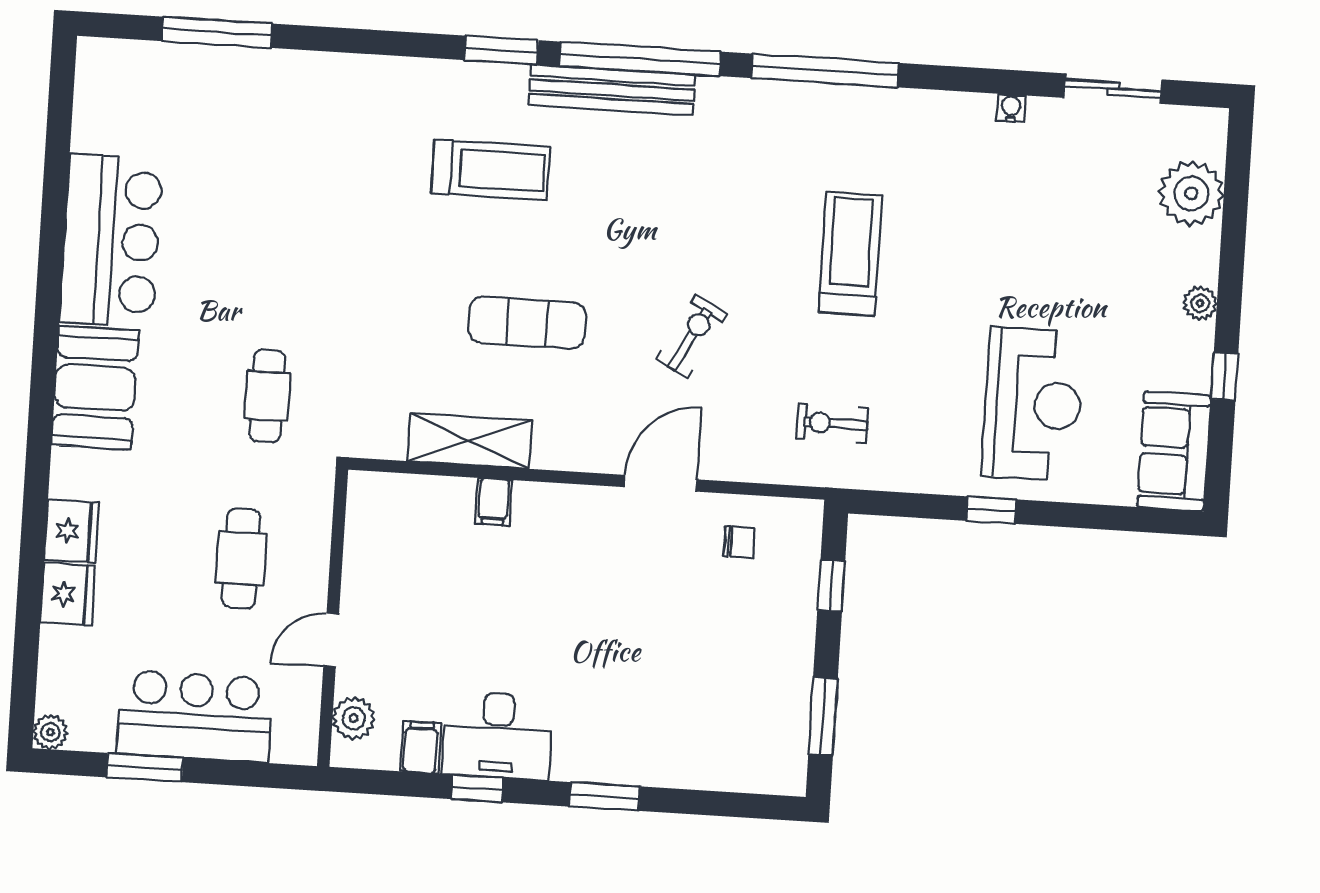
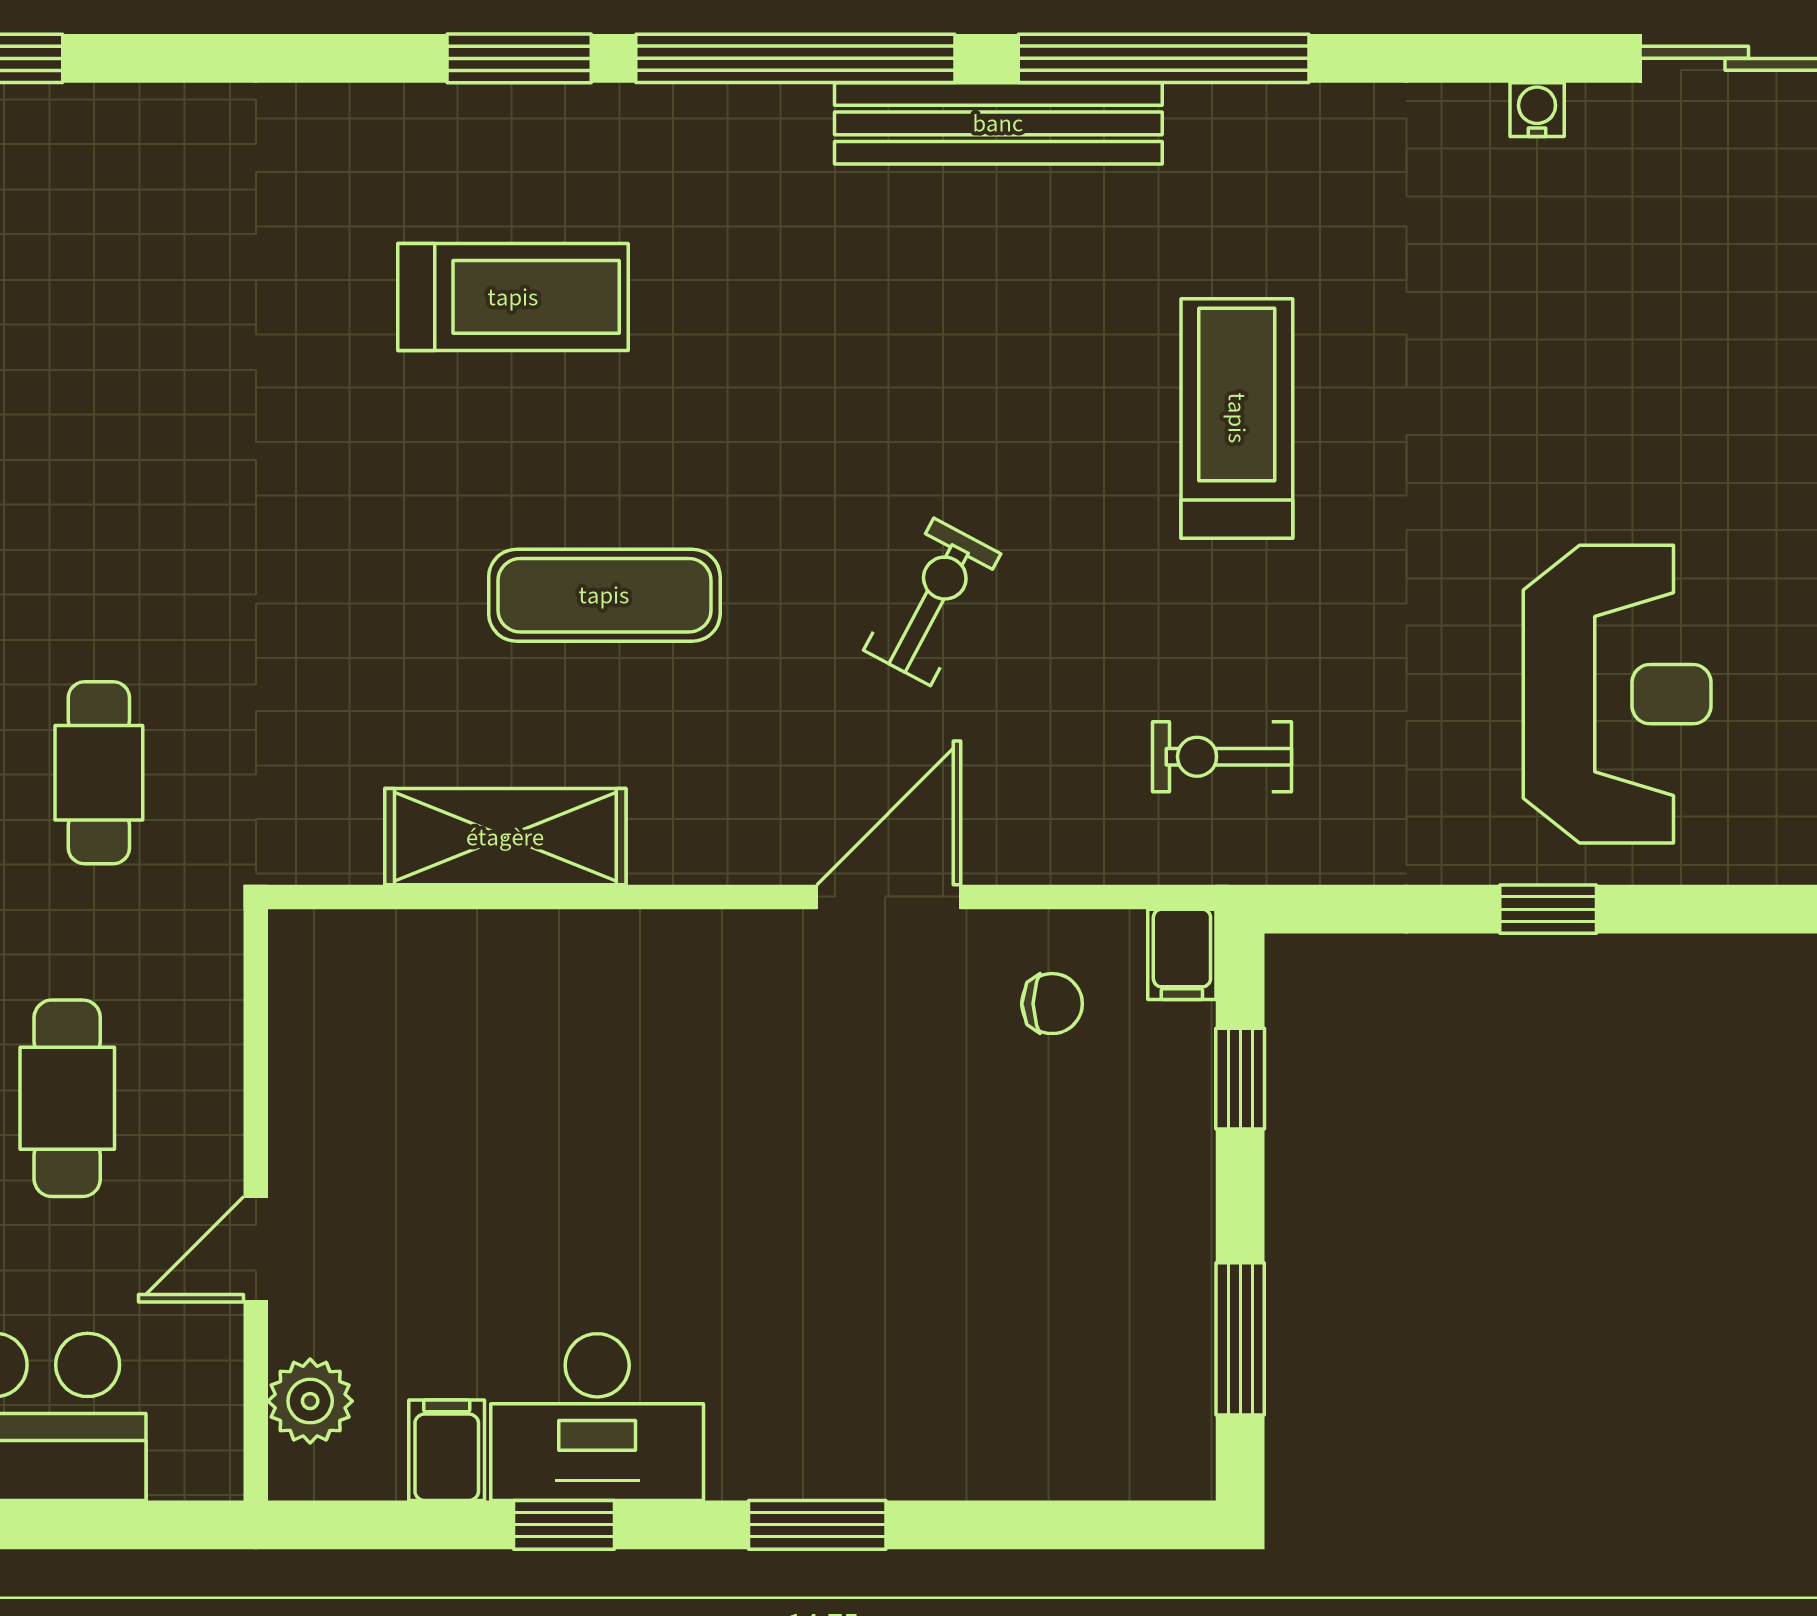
bench: (612, 90) -> (998, 123), moved
filing cabinet: (494, 502) -> (1182, 954), moved

